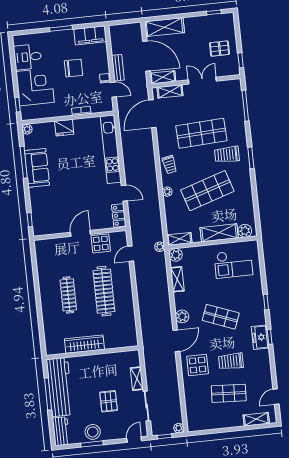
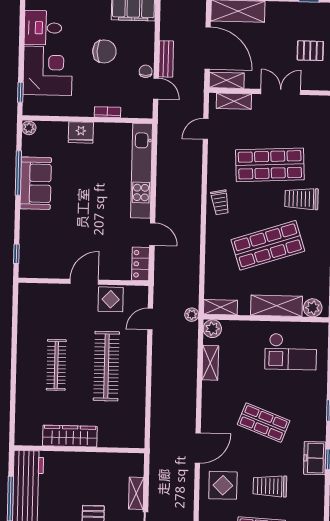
door: (152, 114) -> (206, 129), width x0.53
plant: (167, 192) -> (212, 240), removed
plant: (182, 316) -> (210, 415), removed

